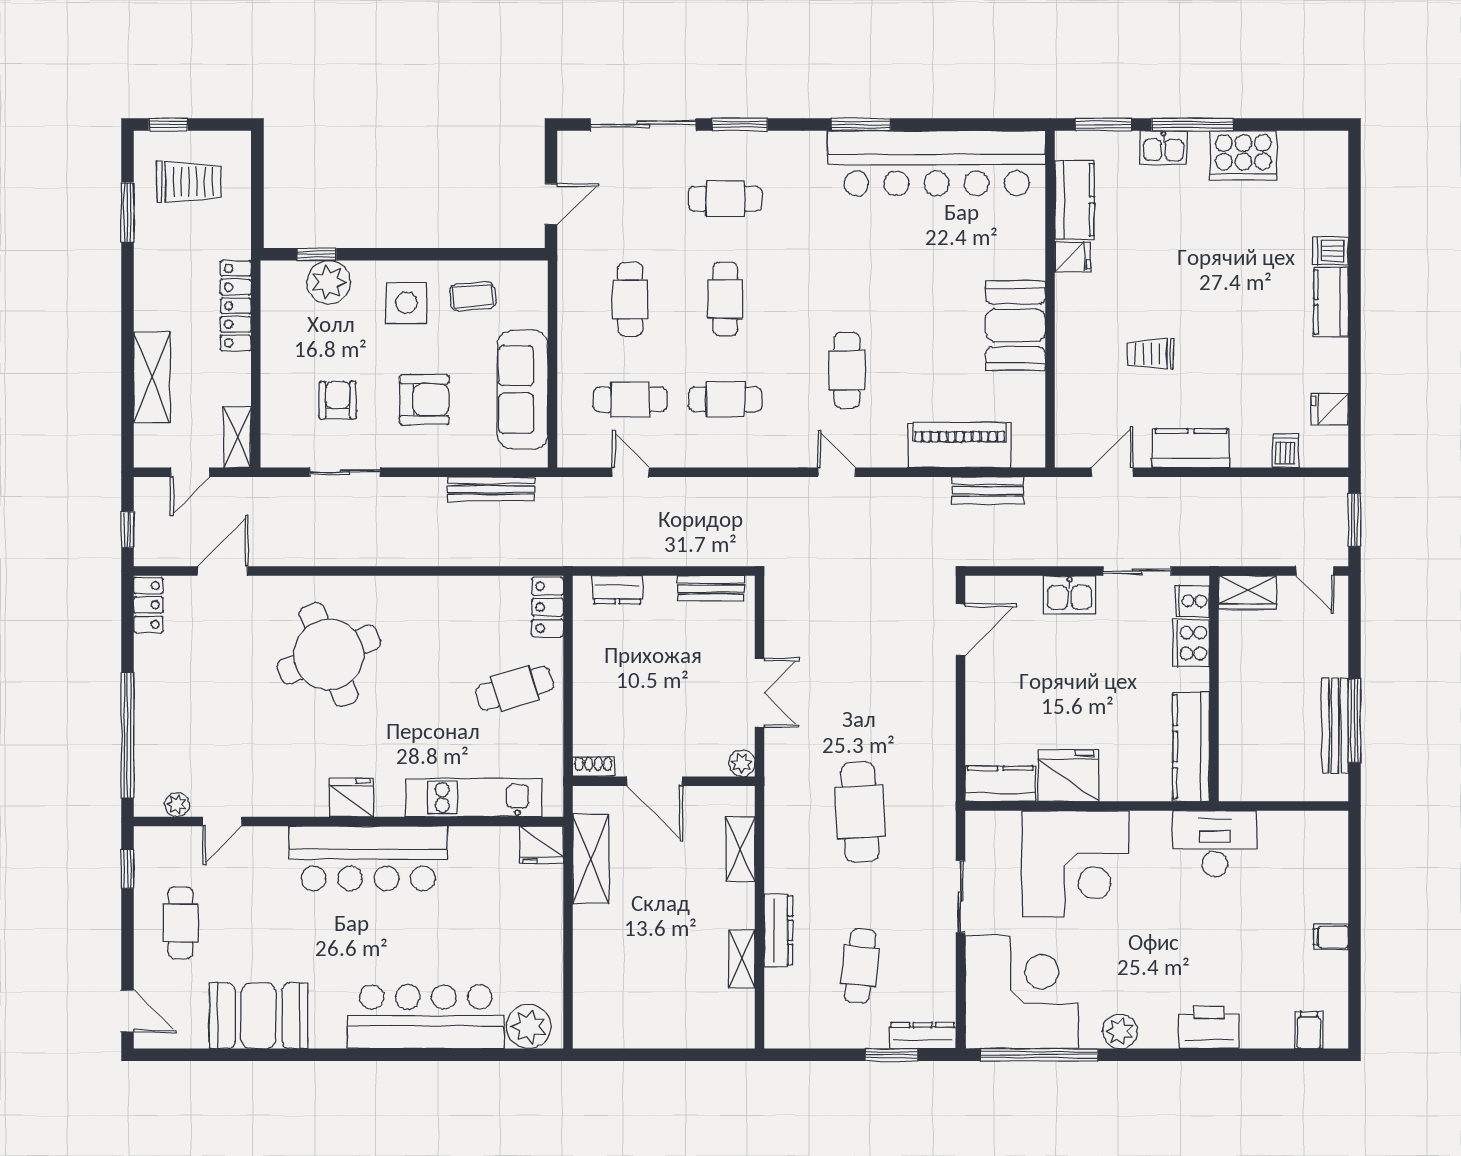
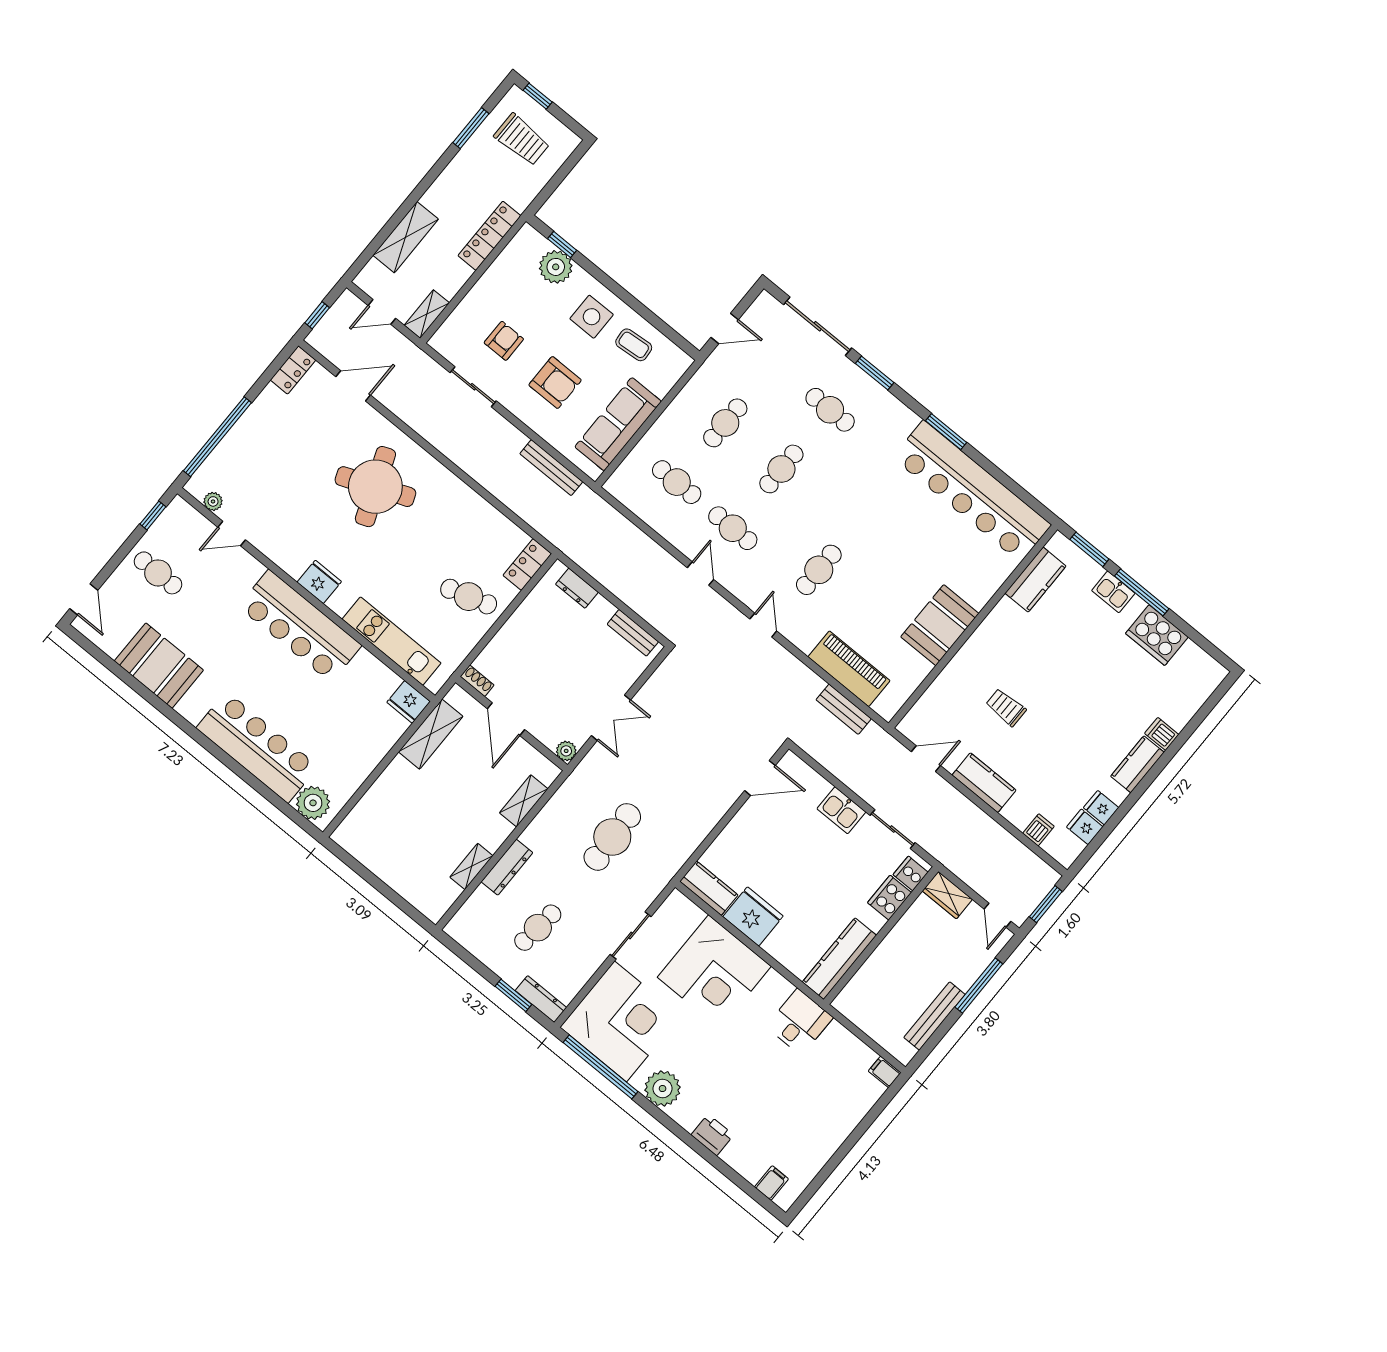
fridge: (1073, 257) -> (1101, 808), moved, turned 180
door: (631, 472) -> (701, 574), moved
window: (1355, 721) -> (979, 986), moved
desk: (1215, 844) -> (800, 1022), width x0.73
cafe table: (181, 923) -> (158, 573), turned 90
filing cabinet: (1331, 937) -> (885, 1072), moved
printer: (1209, 1027) -> (712, 1135), width x0.73, depth x0.84
plant: (1120, 1031) -> (663, 1089), width x1.36, depth x1.36

